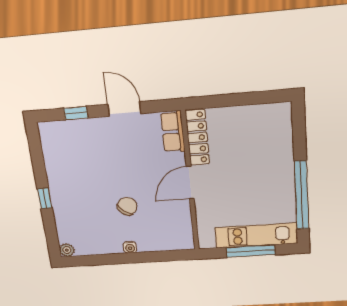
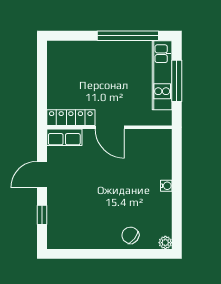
window: (45, 198) -> (115, 254), removed
chair: (127, 206) -> (130, 235), moved

